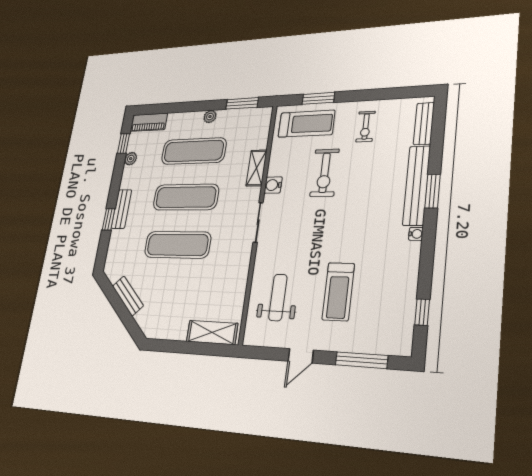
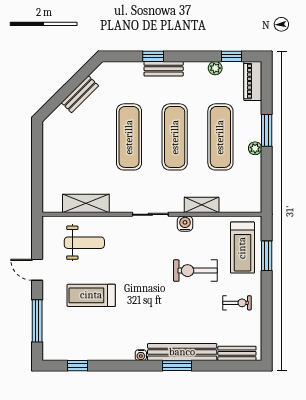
window: (242, 103) -> (267, 130), moved
exercise bike: (366, 126) -> (237, 303), turned 180
shelving: (212, 332) -> (86, 203), moved, turned 90

